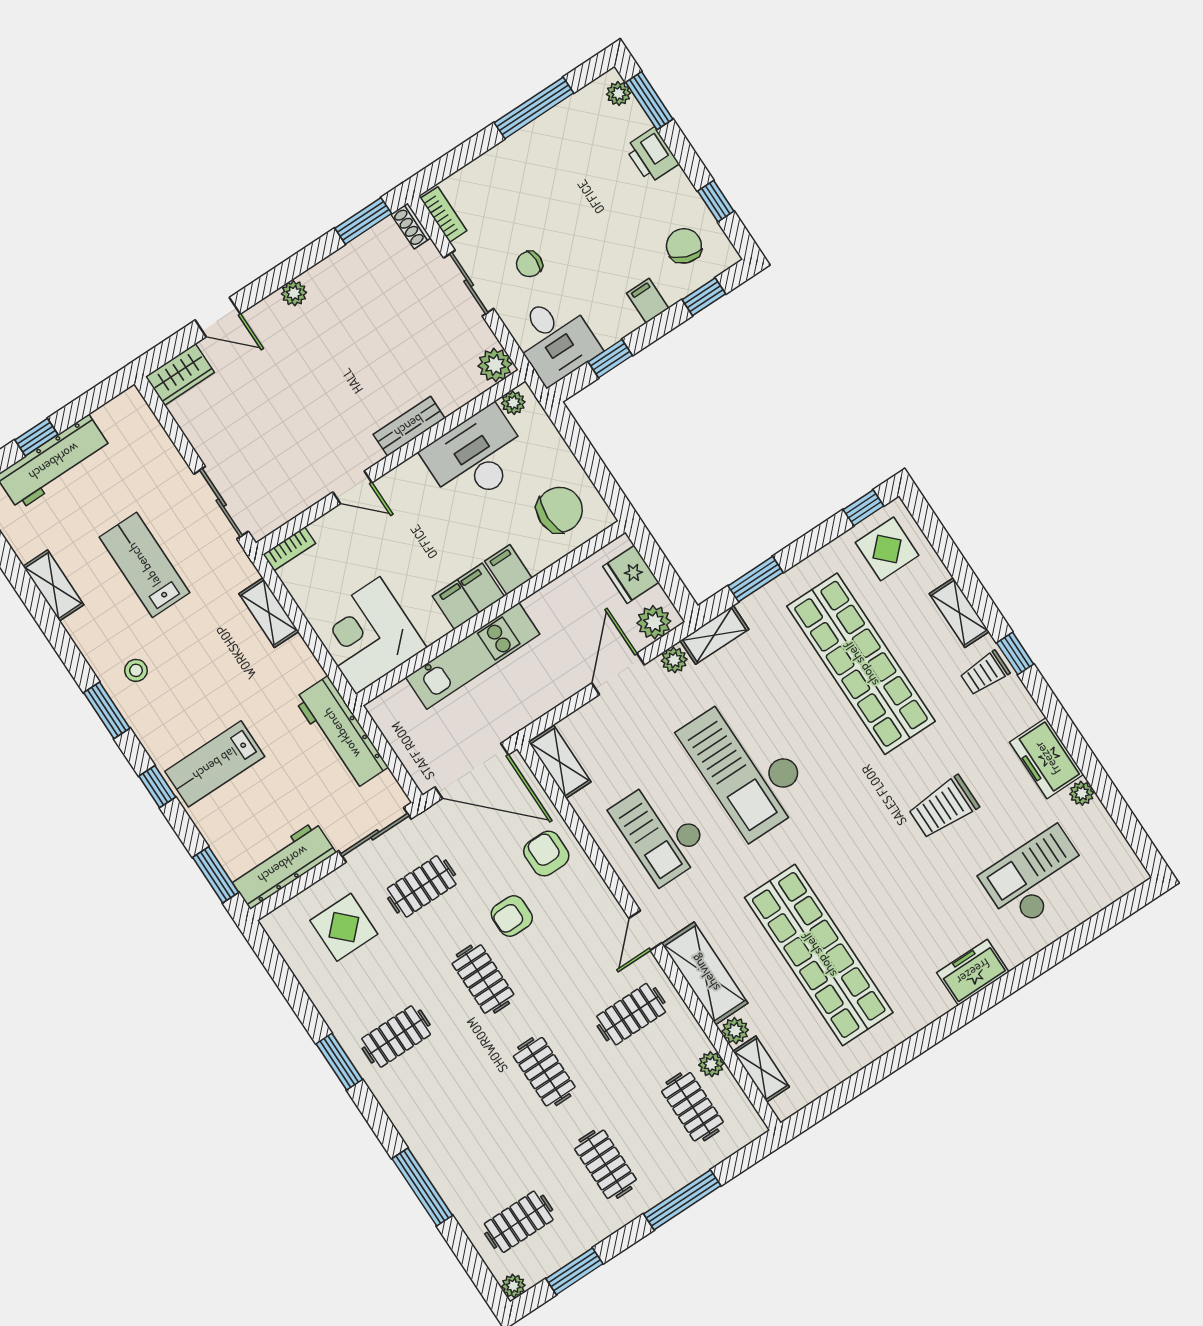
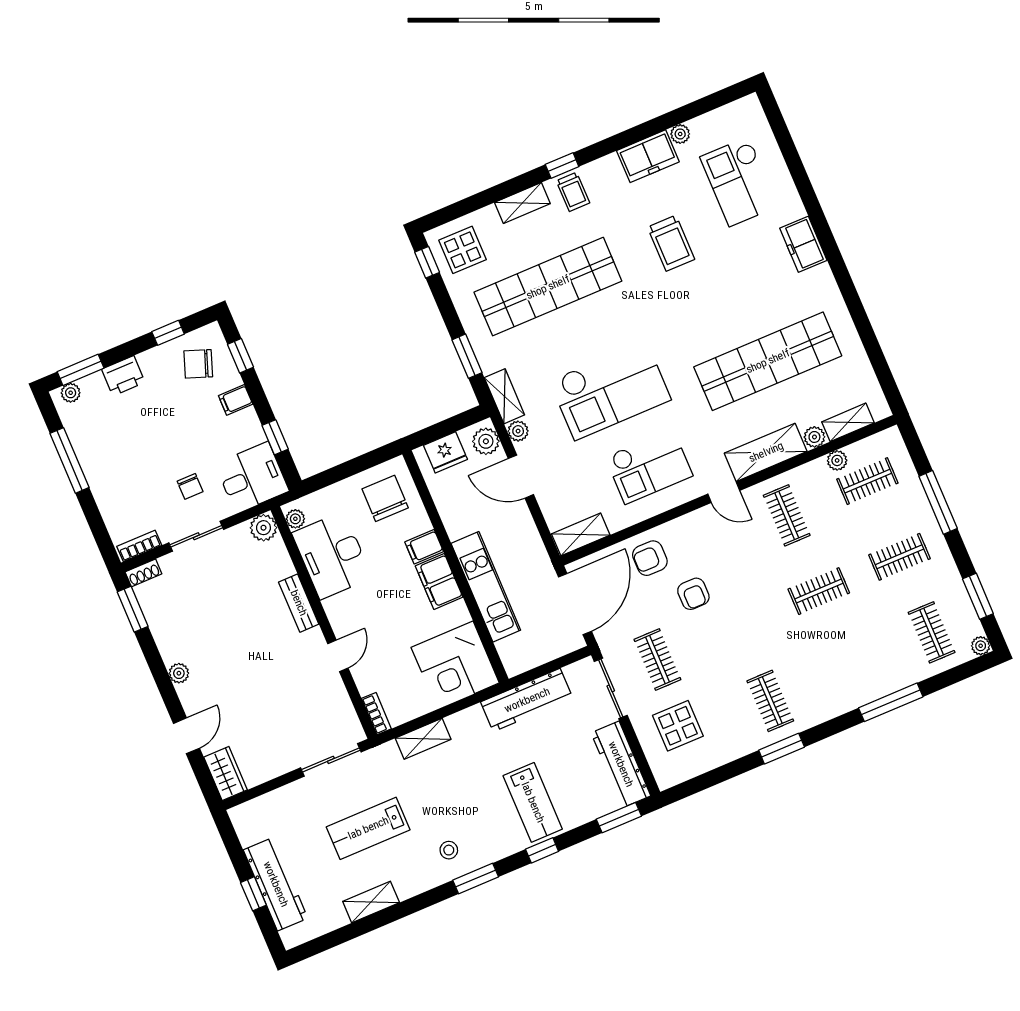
clothes rail: (483, 979) -> (738, 625), removed

